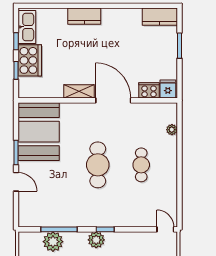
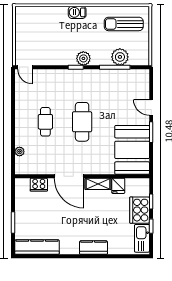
kitchen counter: (160, 17) -> (37, 247), width x1.50
fridge: (168, 89) -> (118, 186), moved

